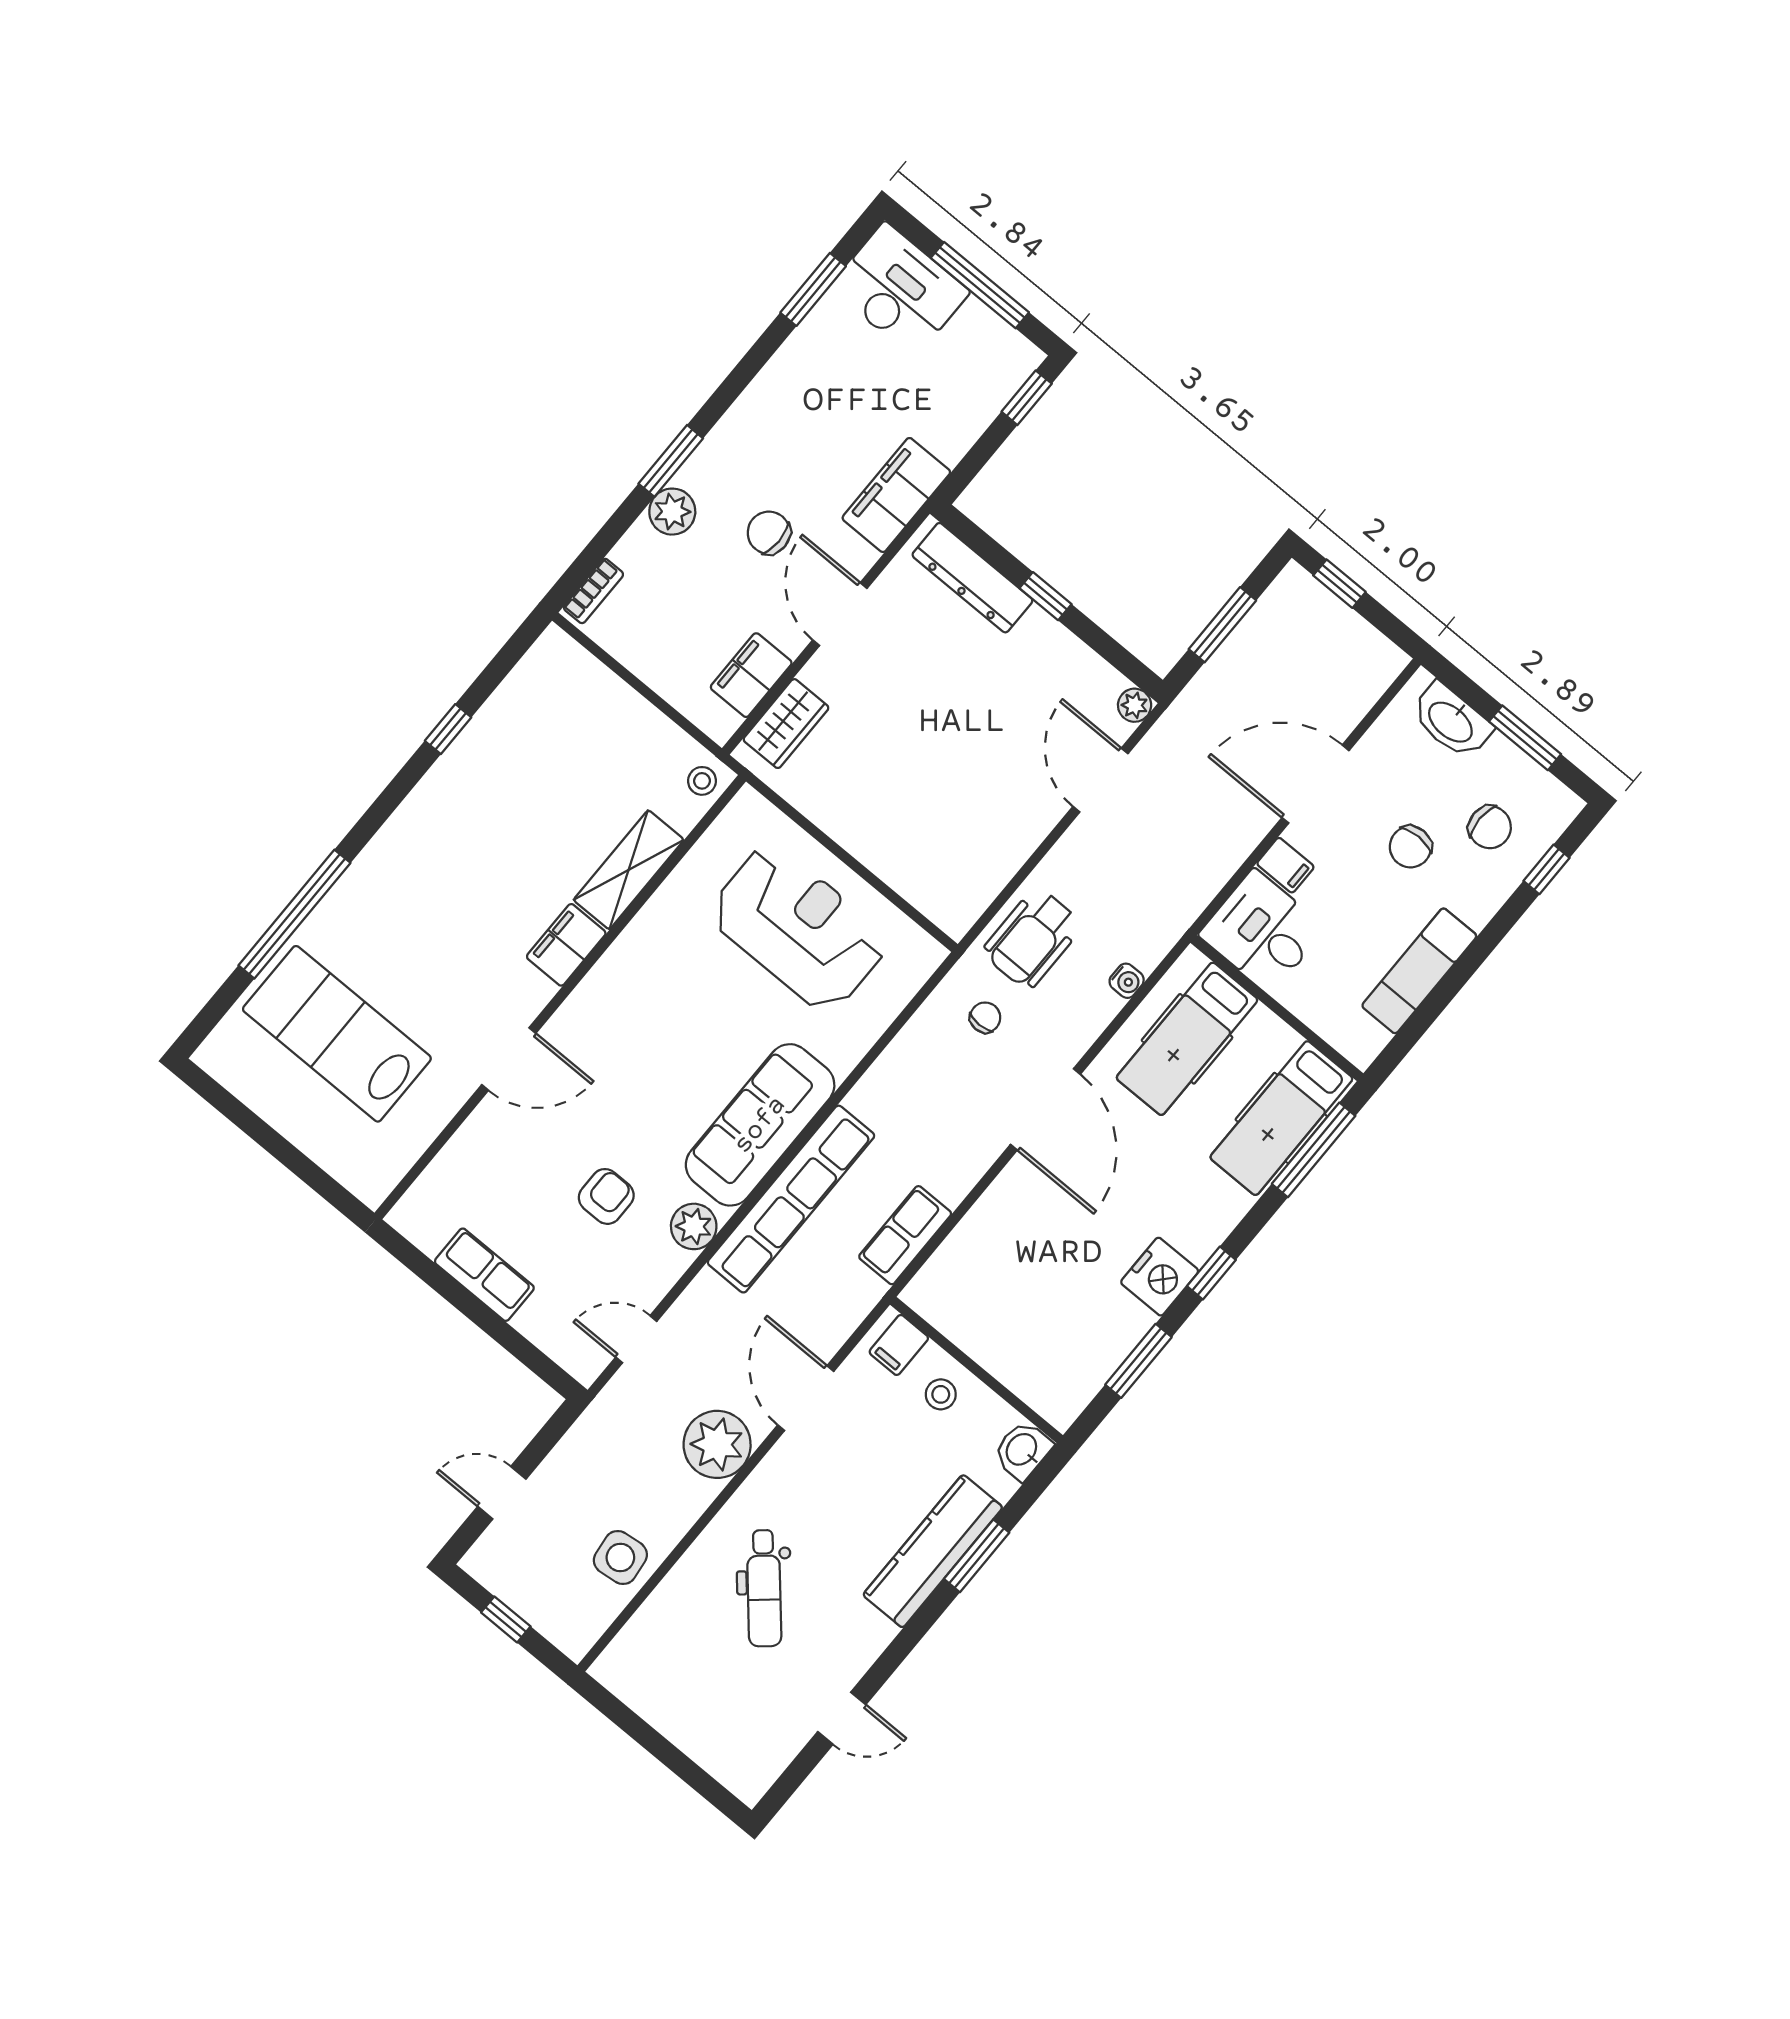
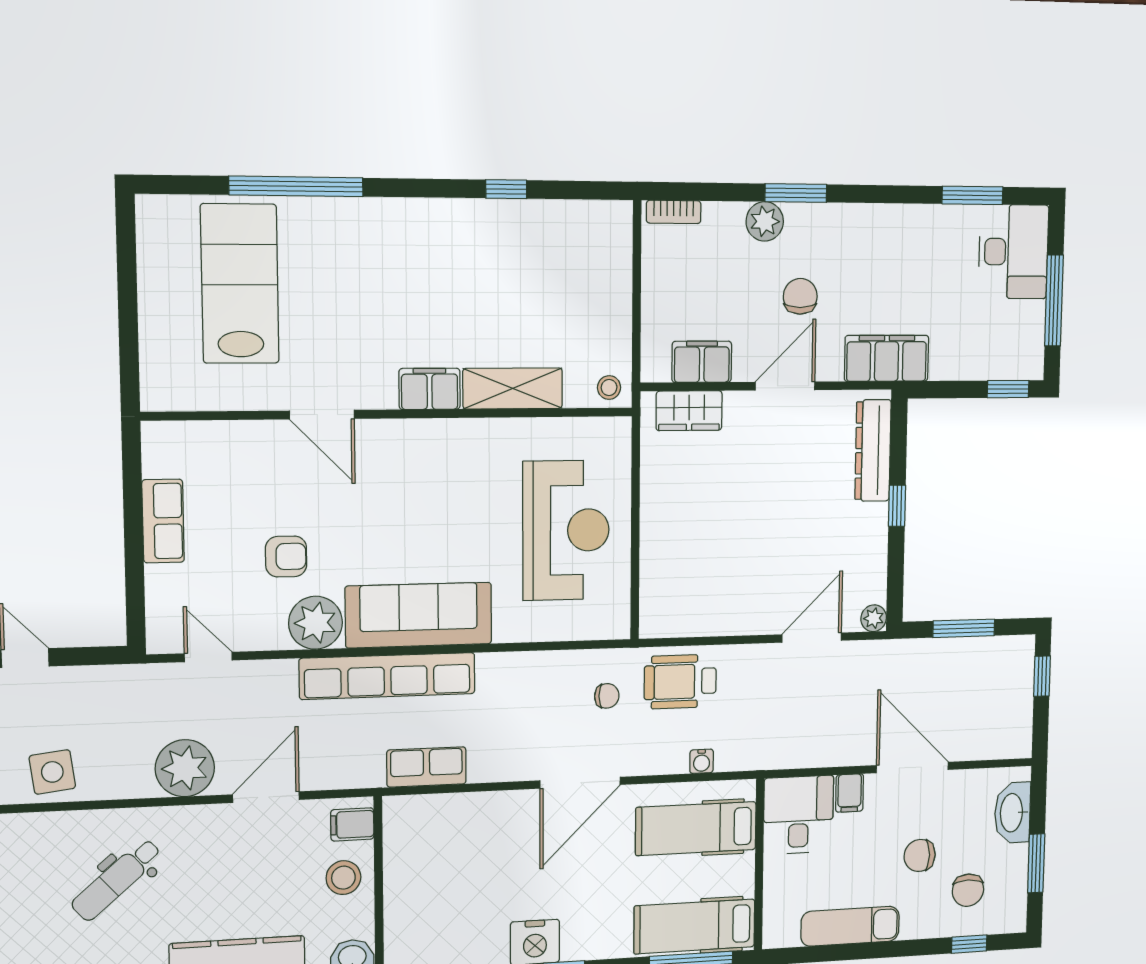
plant: (694, 1226) -> (316, 623), width x1.36, depth x1.36
stool: (941, 1394) -> (343, 878), width x1.37, depth x1.37

